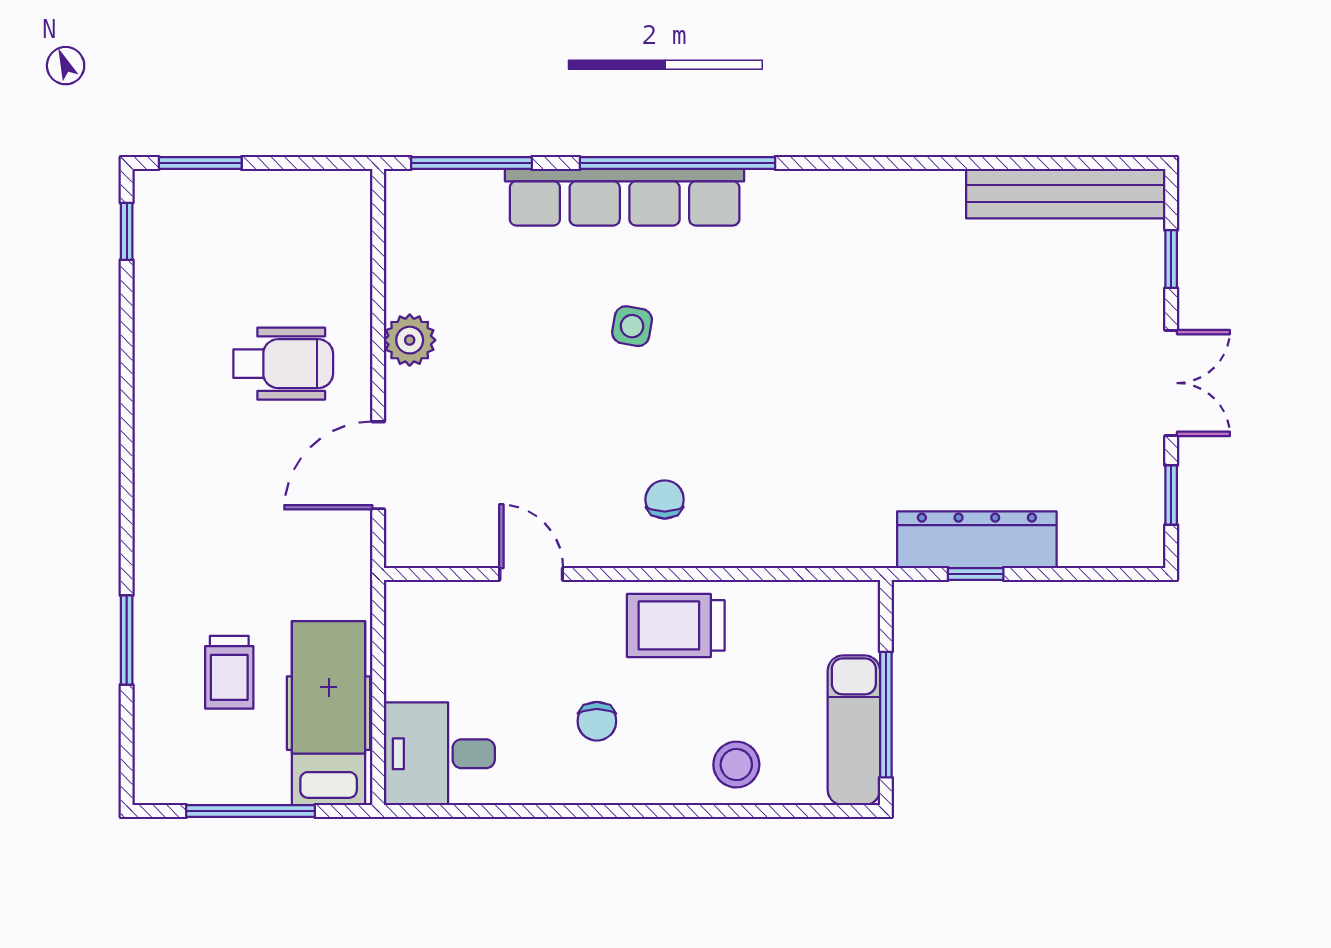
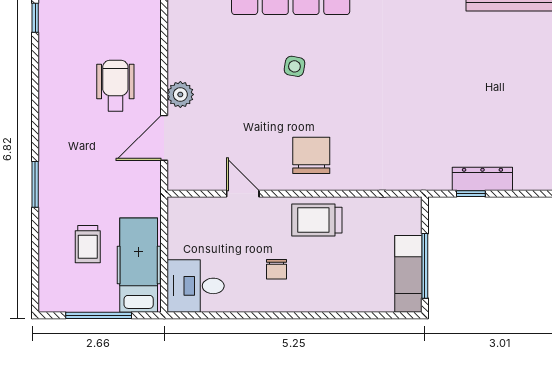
plant: (410, 340) -> (180, 94), moved
wheelchair: (283, 364) -> (115, 86), turned -90
chair: (665, 499) -> (311, 155), width x1.87, depth x1.87
dresser: (977, 540) -> (482, 179), width x0.73, depth x0.80
window: (127, 640) -> (35, 184), moved
stool: (736, 765) -> (348, 291), removed

